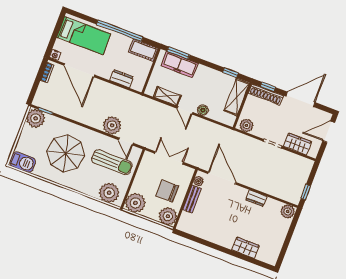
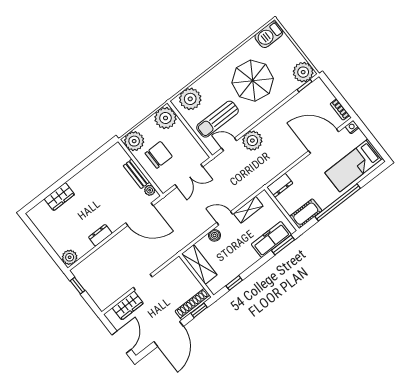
dresser: (122, 79) -> (280, 185), moved
shelving: (237, 97) -> (199, 264), moved
plant: (247, 125) -> (175, 268), removed

